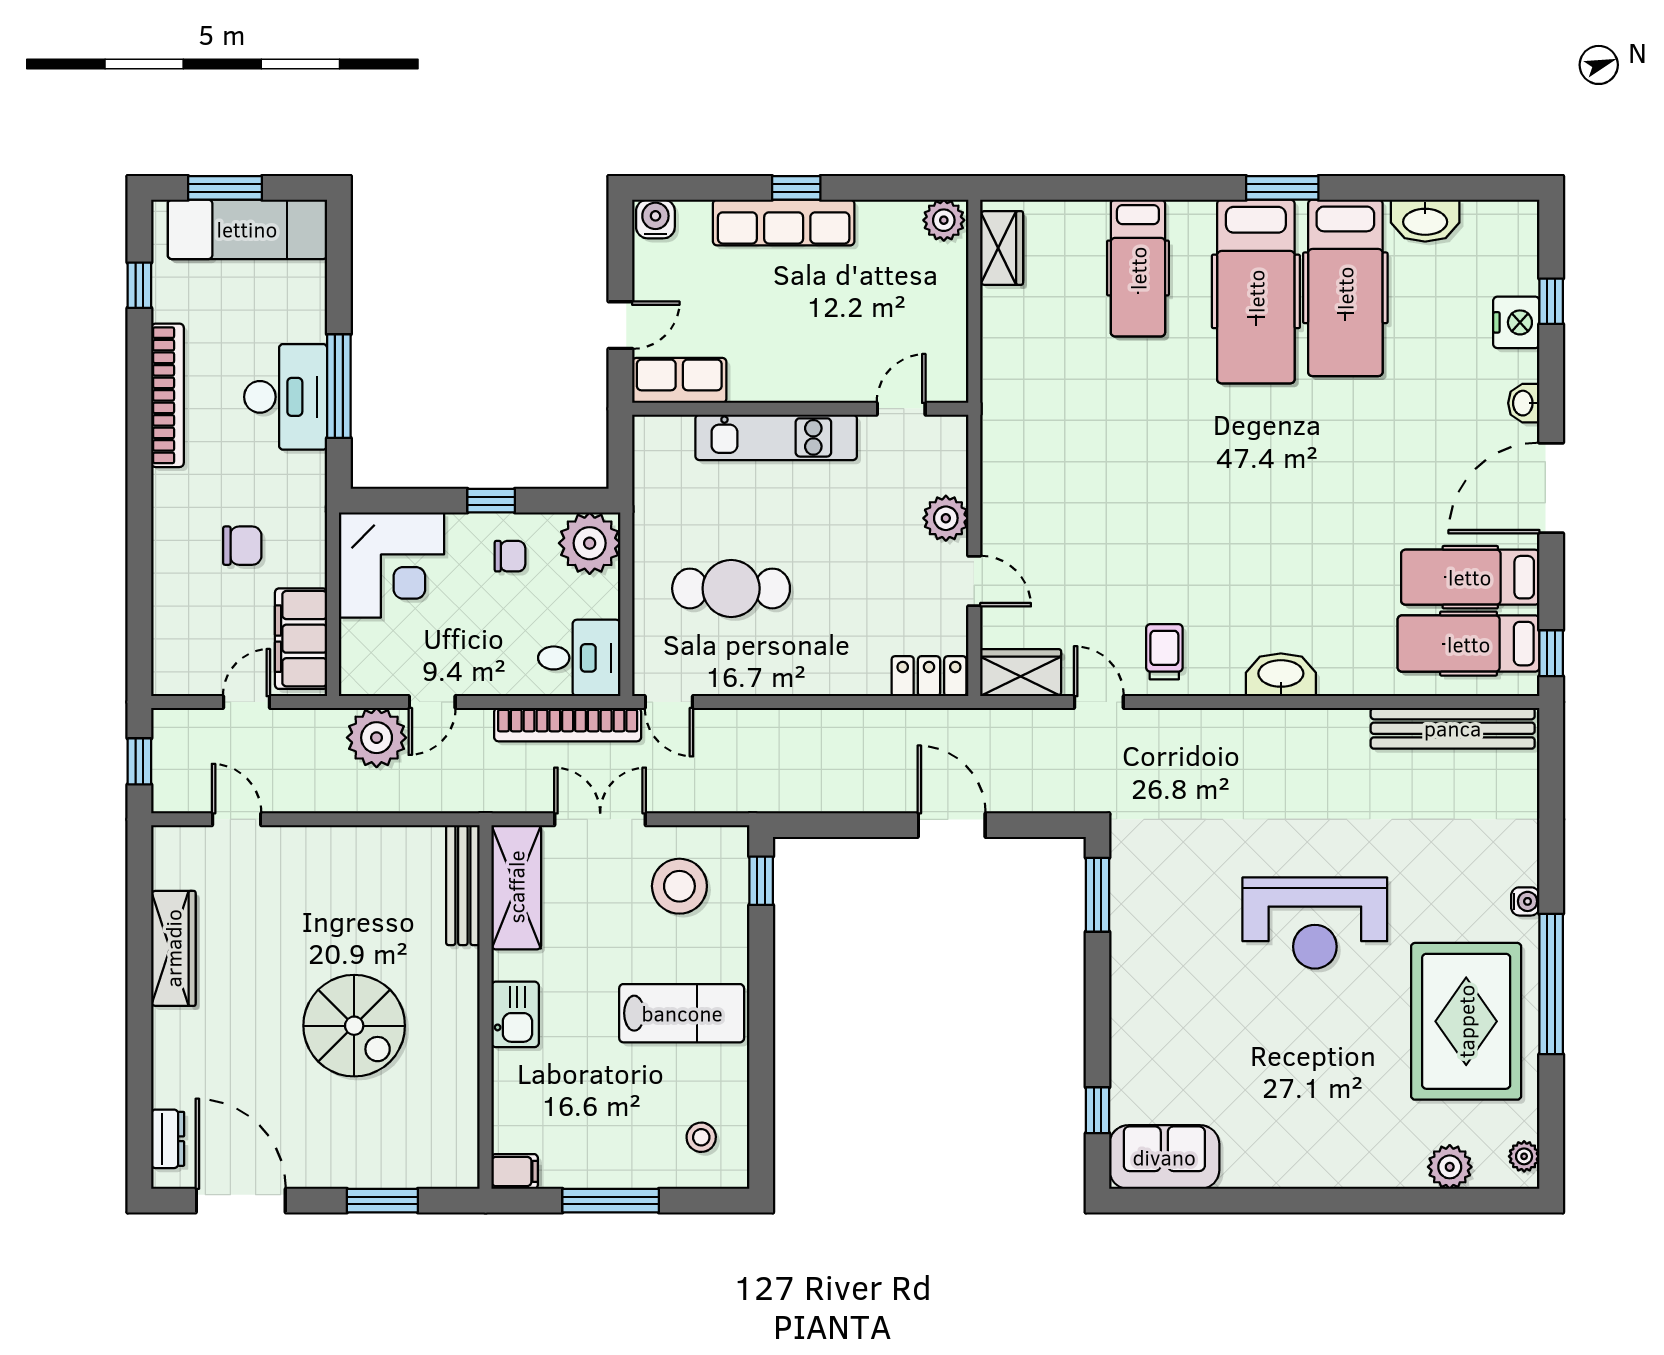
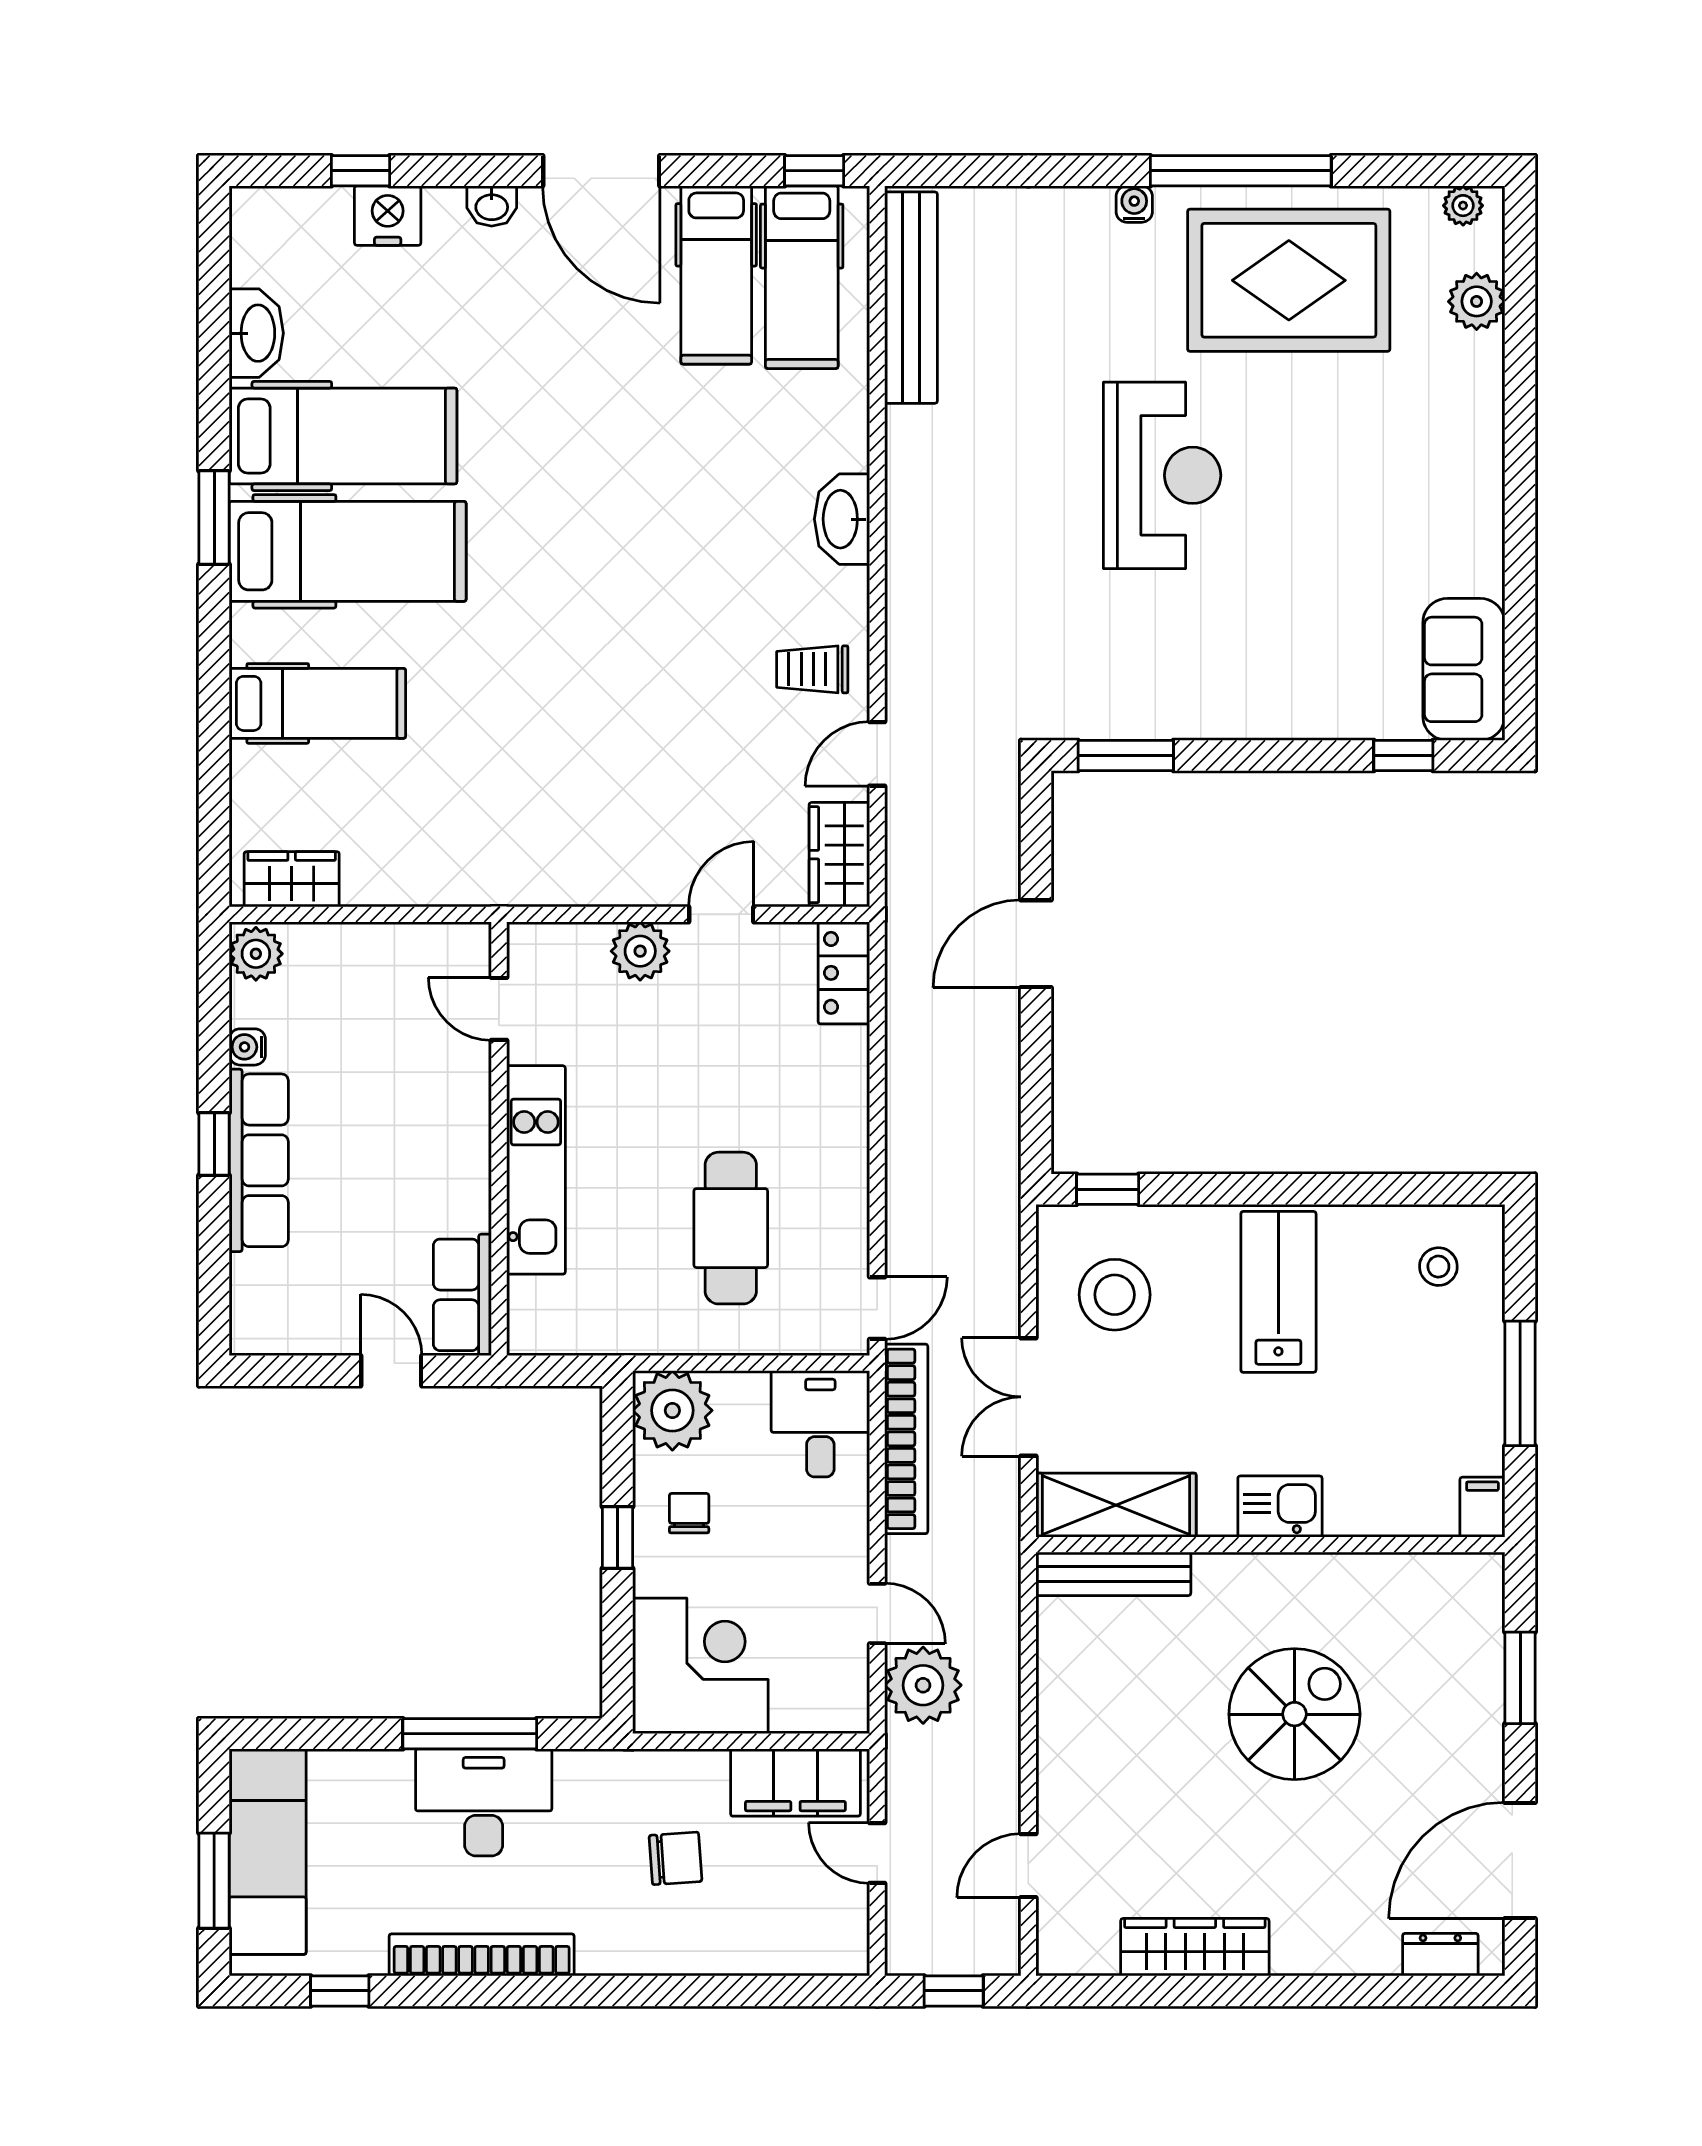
water cooler: (655, 219) -> (247, 1047), moved, width x0.72, depth x0.72
chair: (242, 546) -> (675, 1858), turned 86

